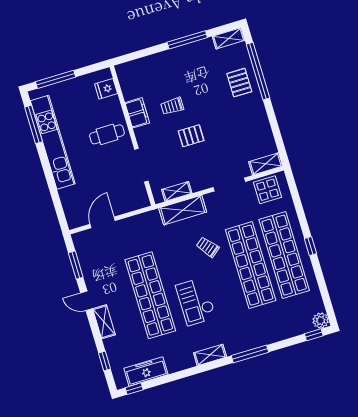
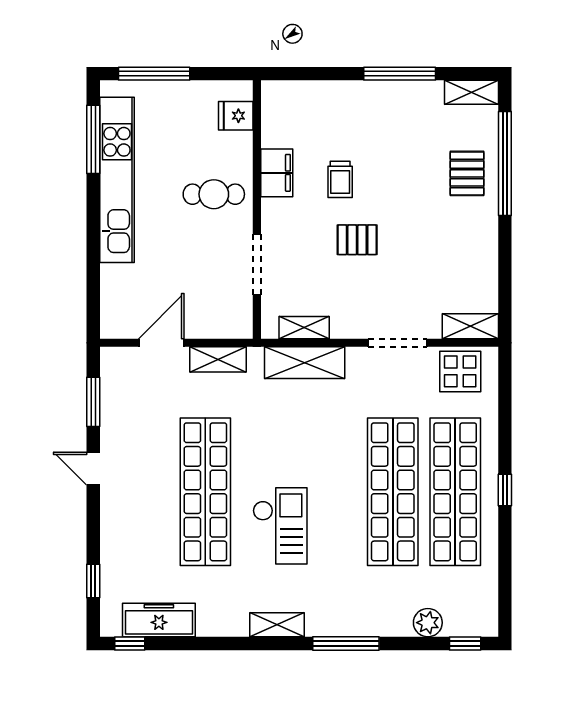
trolley: (172, 106) -> (340, 179), turned -90
trolley: (208, 247) -> (328, 439), removed
checkout: (196, 301) -> (280, 526), turned 180
plant: (321, 321) -> (428, 623), moved
shelving: (104, 322) -> (218, 359), moved, turned 90

